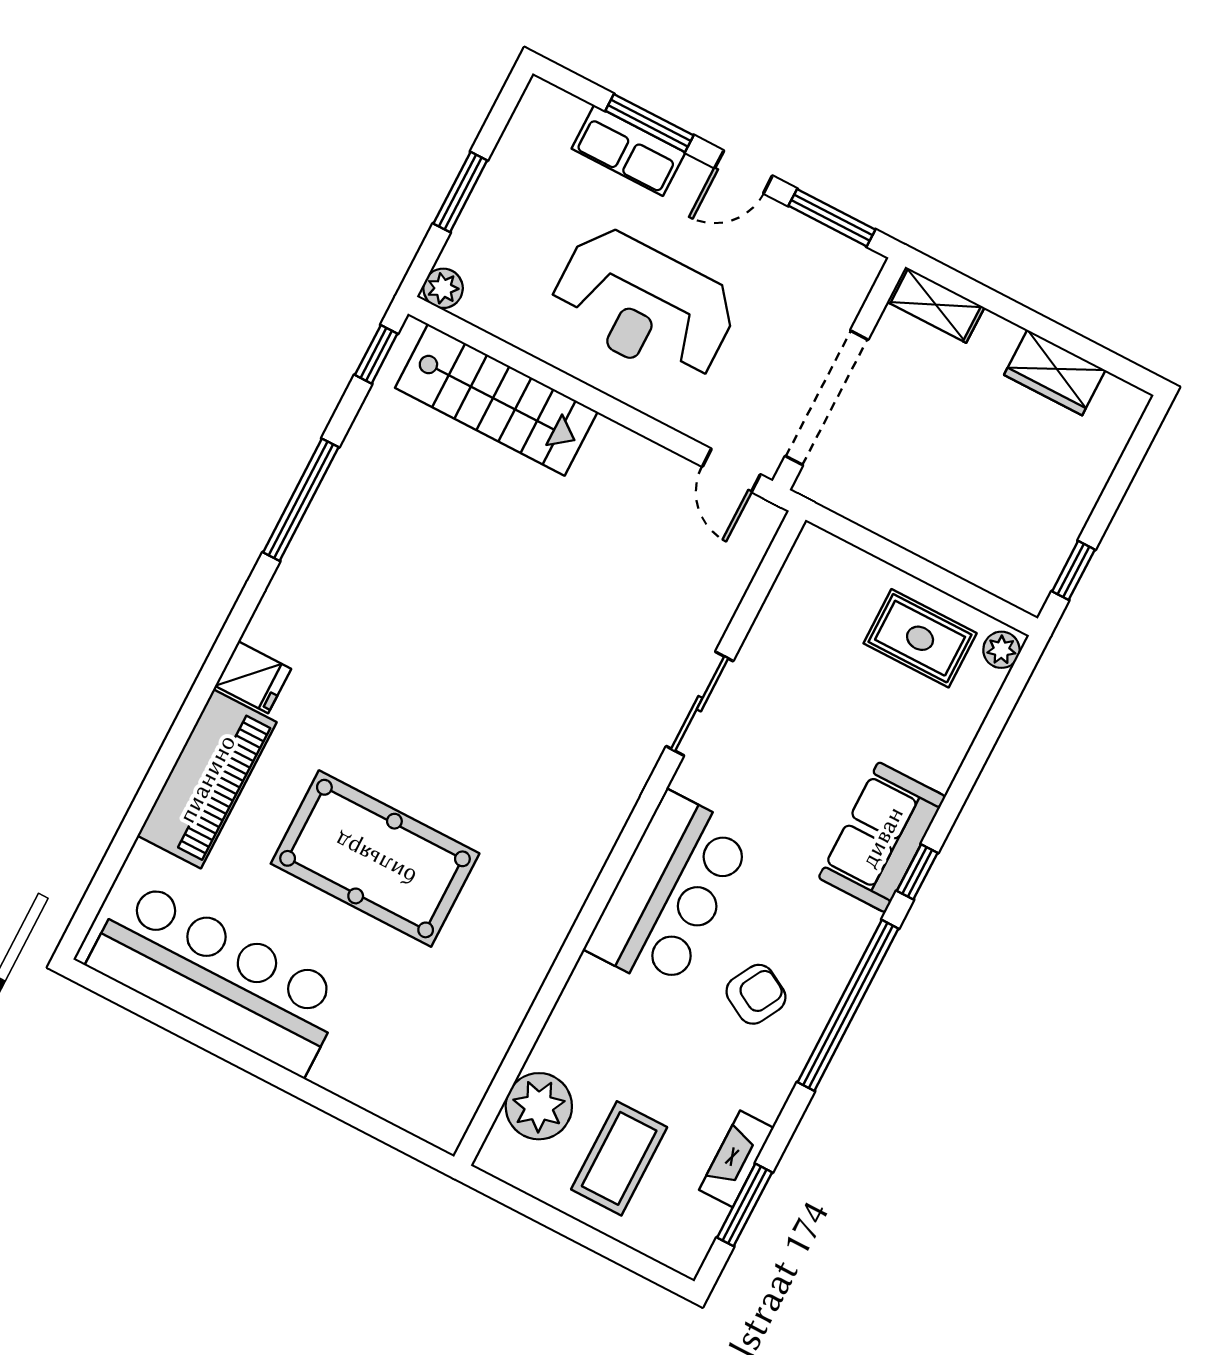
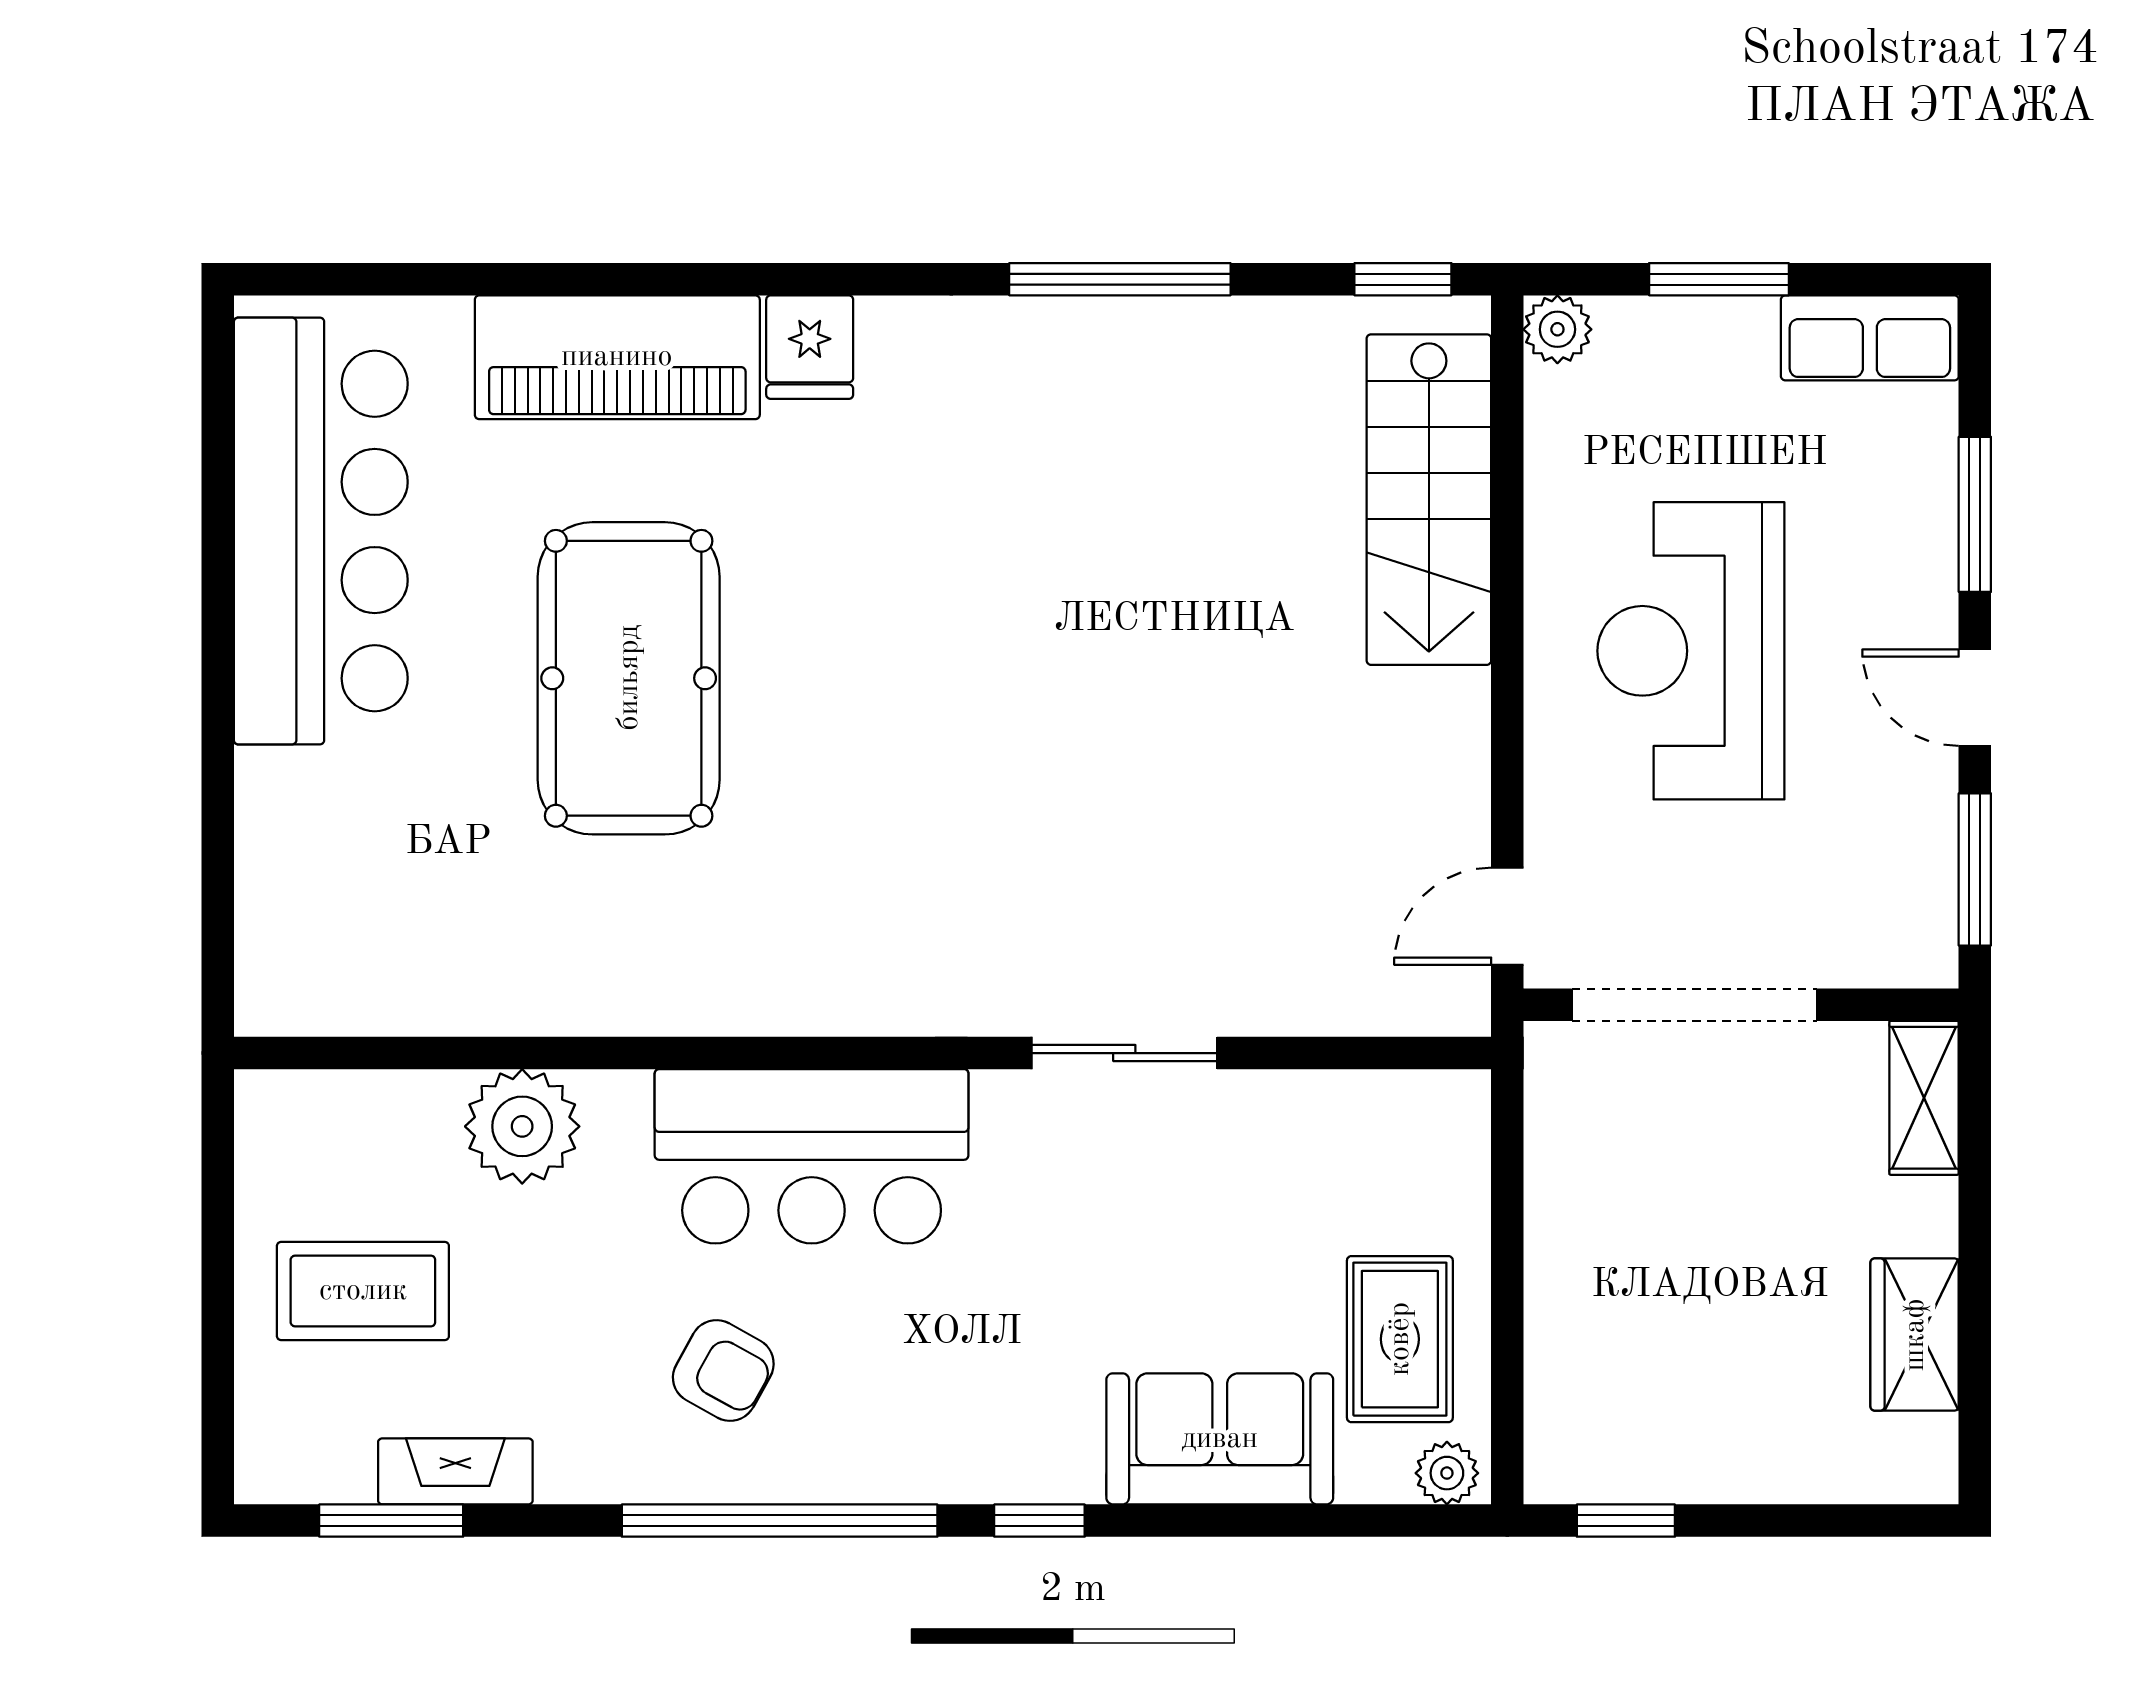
row of seats: (628, 151) -> (1870, 338), moved, turned -90
sofa: (882, 837) -> (1220, 1439), moved
plant: (539, 1106) -> (522, 1126), moved

